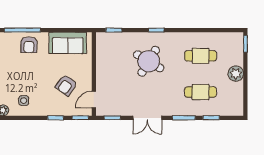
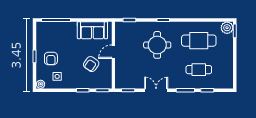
armchair: (29, 45) -> (51, 58), moved
cafe table: (201, 56) -> (199, 41), width x1.37, depth x1.35
round table: (149, 61) -> (157, 45), turned -31
plant: (236, 74) -> (227, 28), moved
door: (94, 100) -> (113, 52), moved
double door: (147, 118) -> (156, 90), swing flipped

